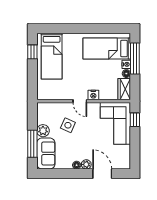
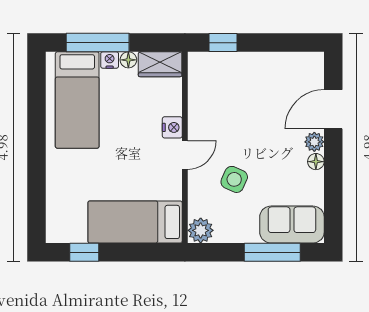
bed: (52, 56) -> (135, 222), moved, turned 180
corner sofa: (115, 123) -> (230, 82), removed
plant: (43, 131) -> (201, 230), moved

